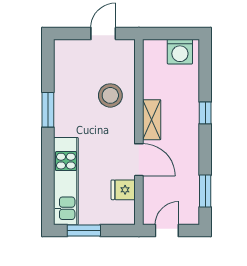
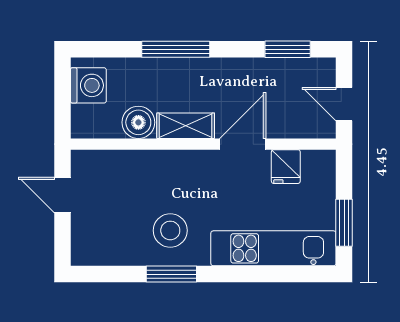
boiler: (154, 87) -> (138, 122), added
stool: (110, 95) -> (170, 230), moved
window: (205, 113) -> (176, 49), width x2.17

